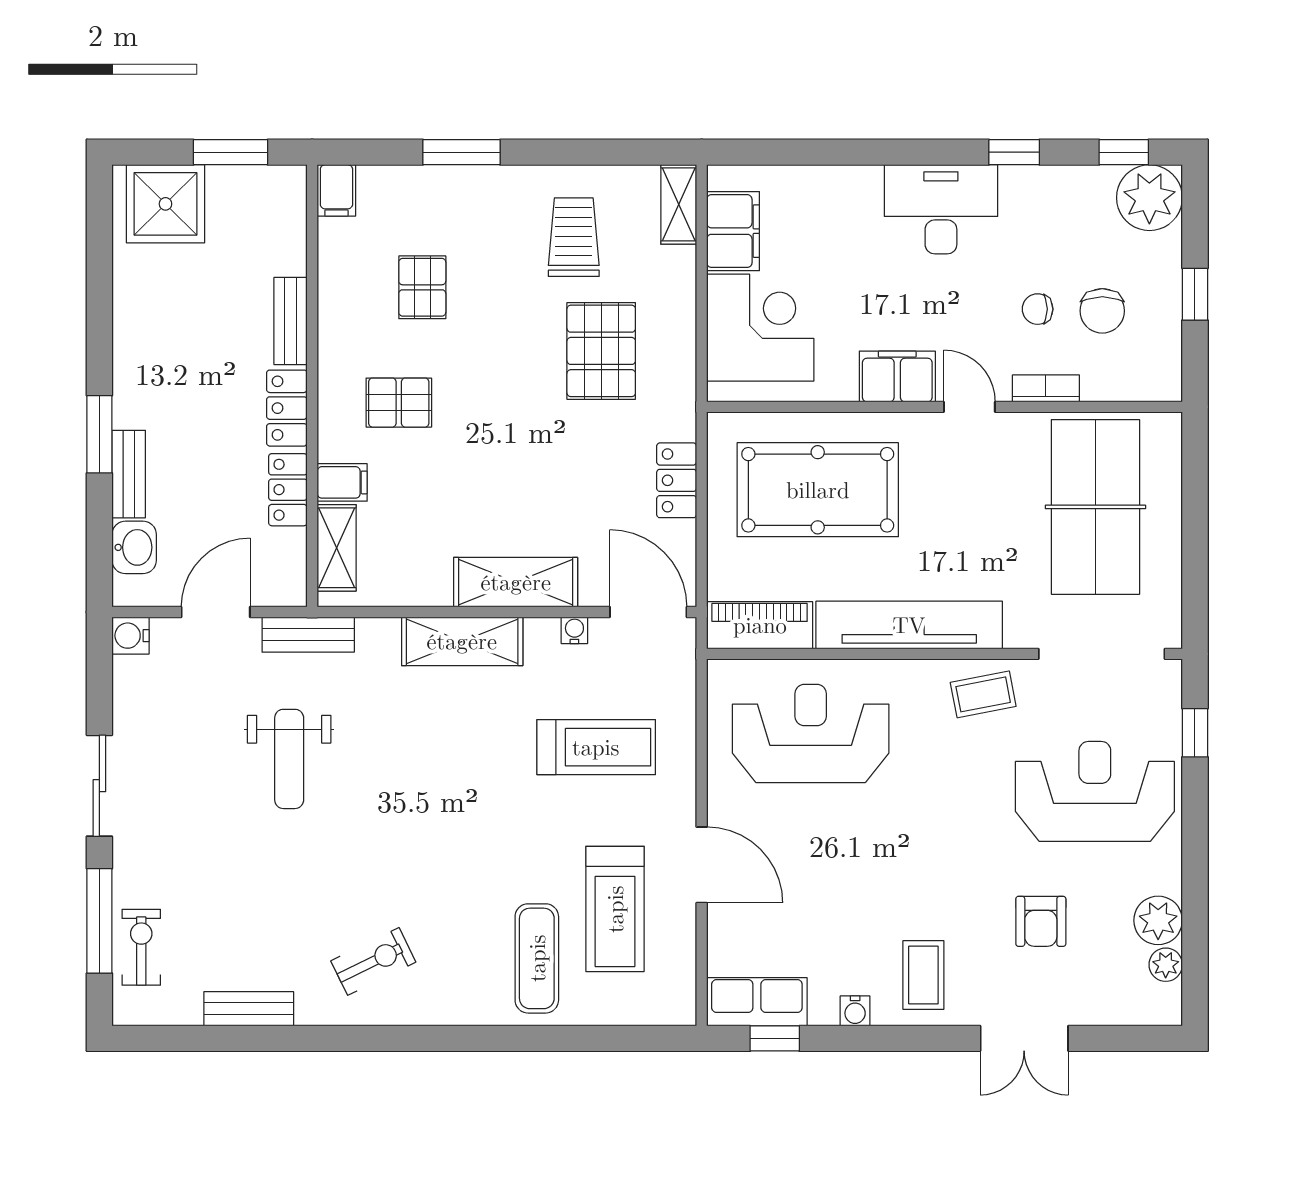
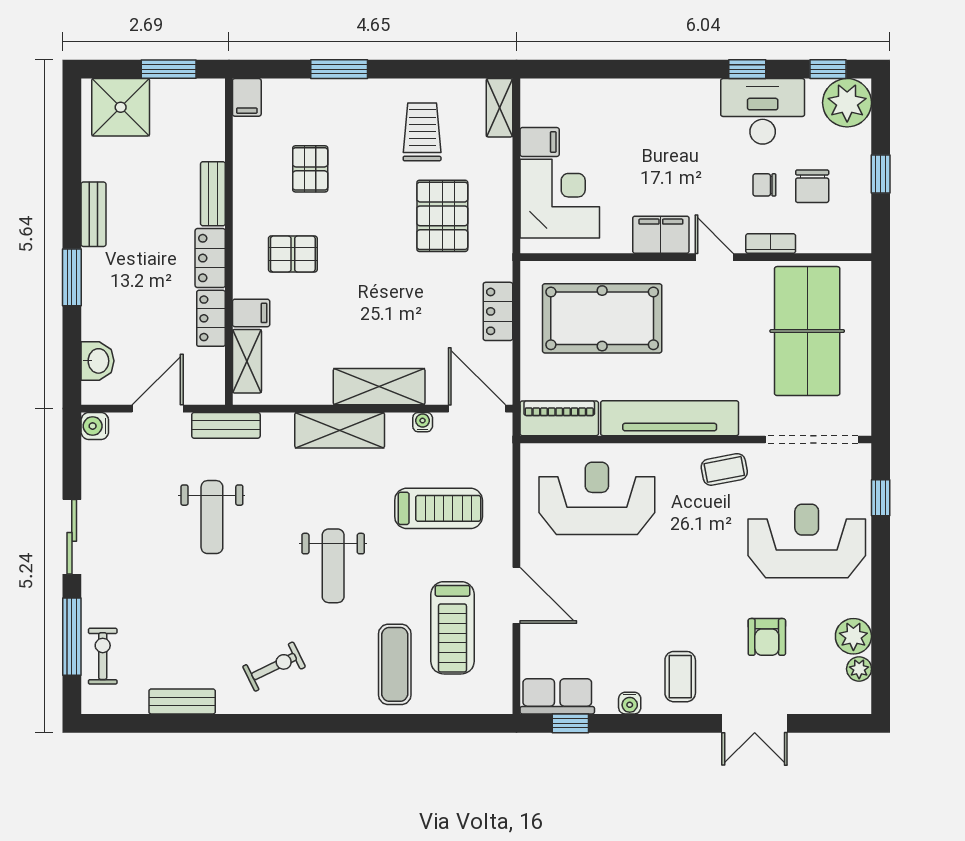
desk: (941, 209) -> (763, 111), moved
filing cabinet: (733, 231) -> (540, 142), width x0.50
bench: (129, 474) -> (93, 214), moved
weight bench: (453, 825) -> (333, 566), added

